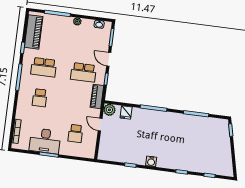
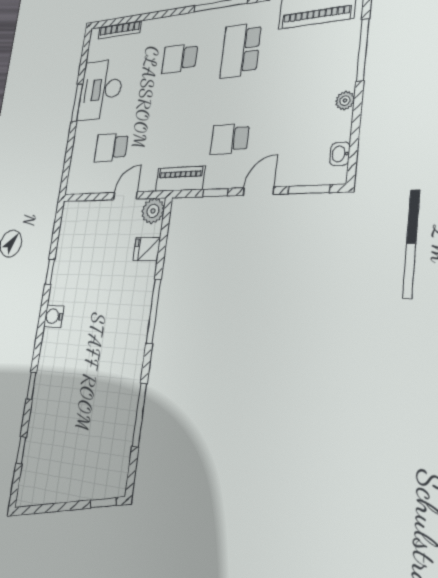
school desk: (83, 72) -> (230, 139), width x0.54

